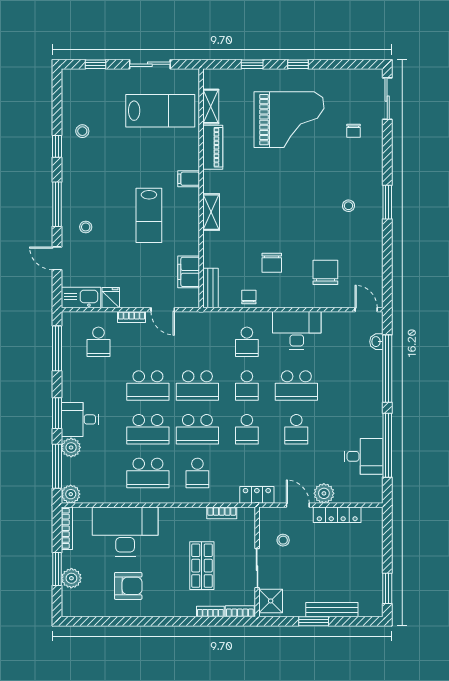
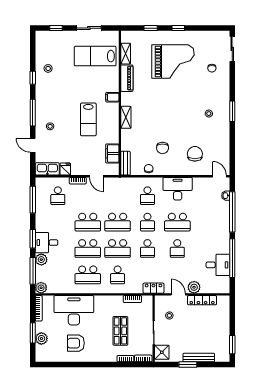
lab bench: (160, 111) -> (95, 56), turned 180
armchair: (128, 586) -> (76, 343), turned 180

